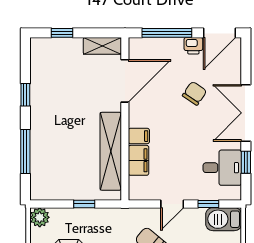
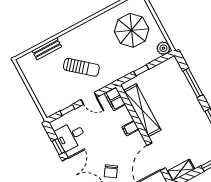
filing cabinet: (139, 160) -> (115, 99), moved
door: (172, 204) -> (89, 98), swing flipped
barbecue: (224, 219) -> (53, 106), removed

